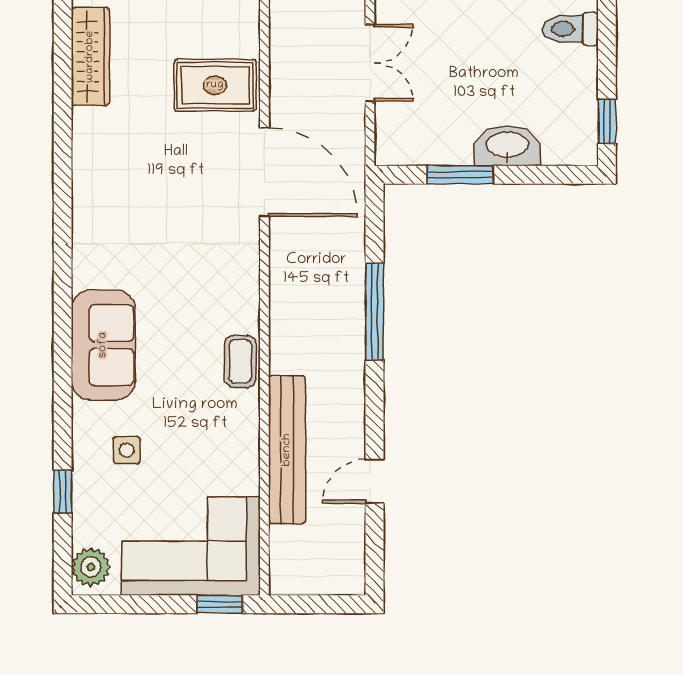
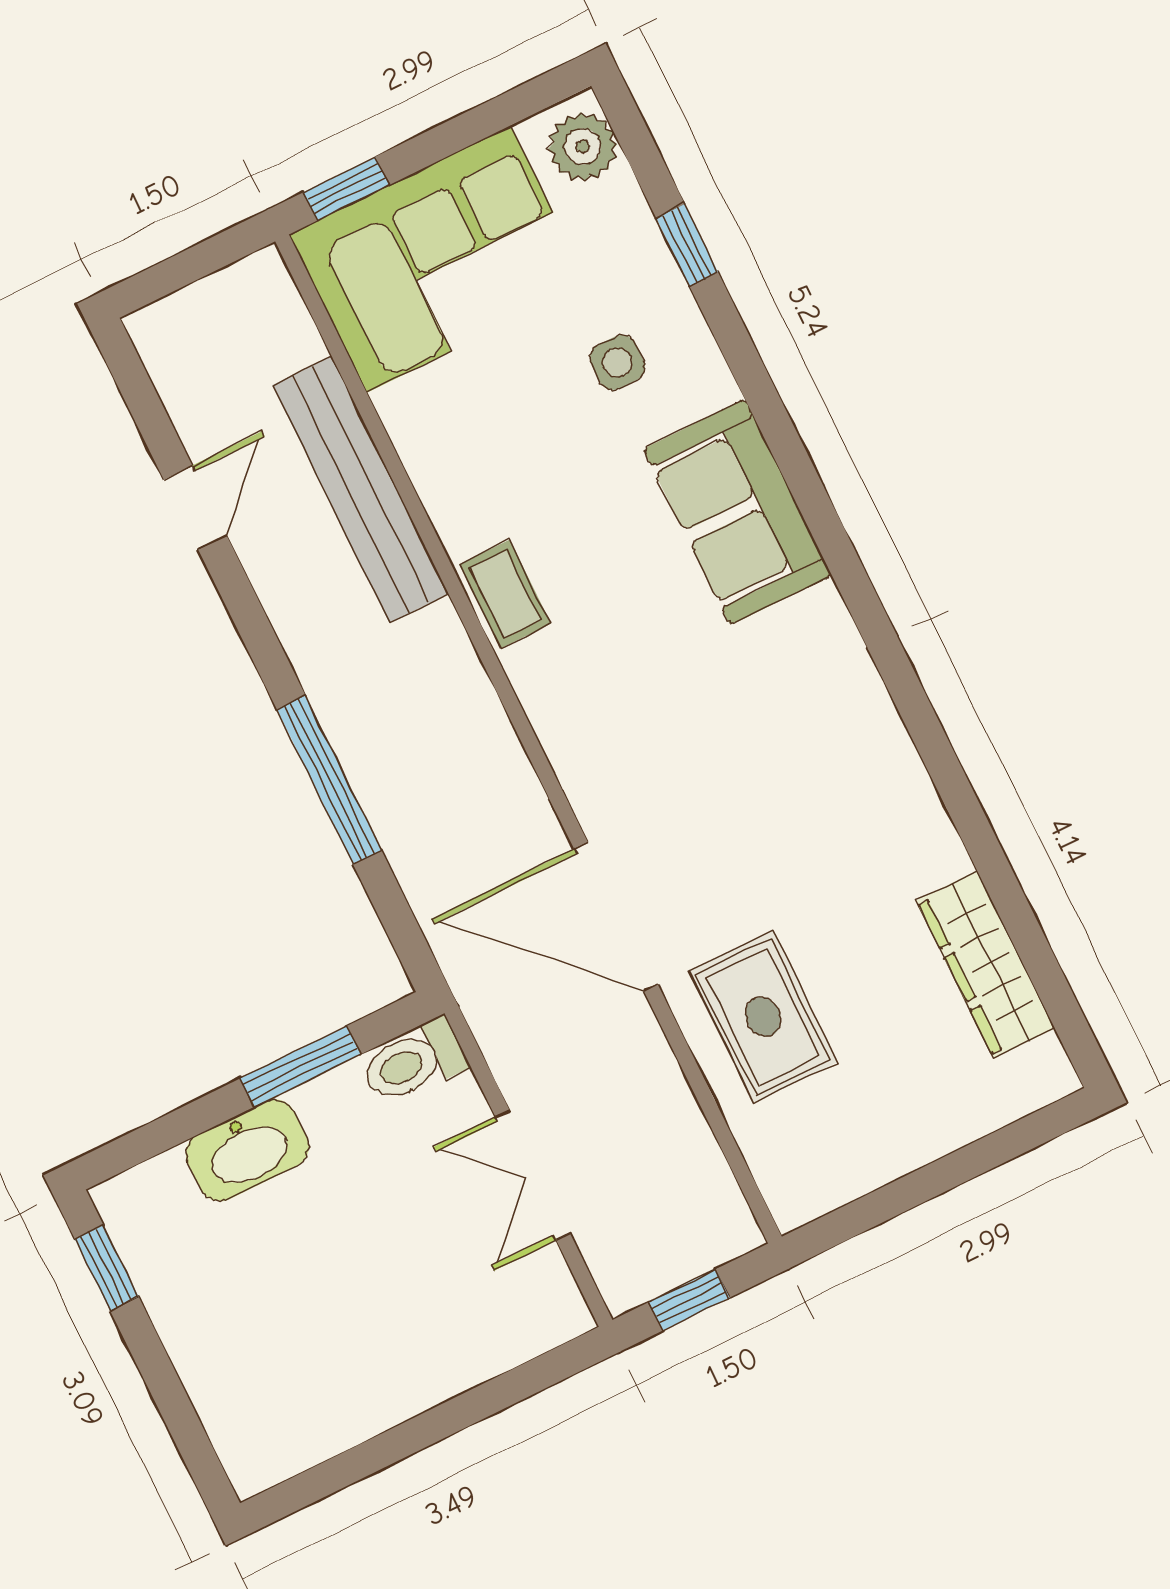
toilet: (571, 29) -> (414, 1062), moved, turned 180
rug: (215, 85) -> (763, 1017), turned 90

